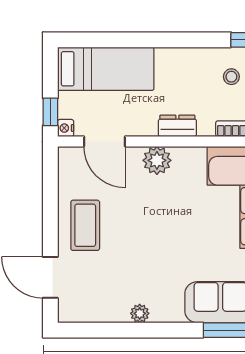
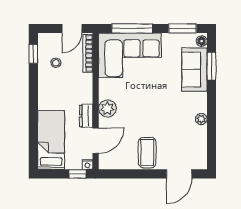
dresser: (177, 126) -> (86, 116), moved
coffee table: (85, 225) -> (147, 153), turned 90

